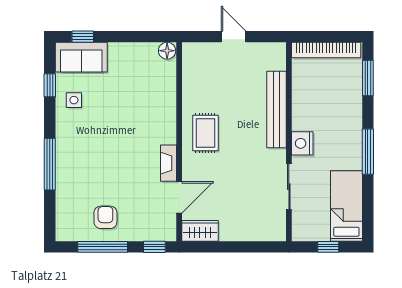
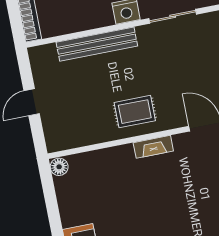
fireplace: (168, 163) -> (153, 147), moved

